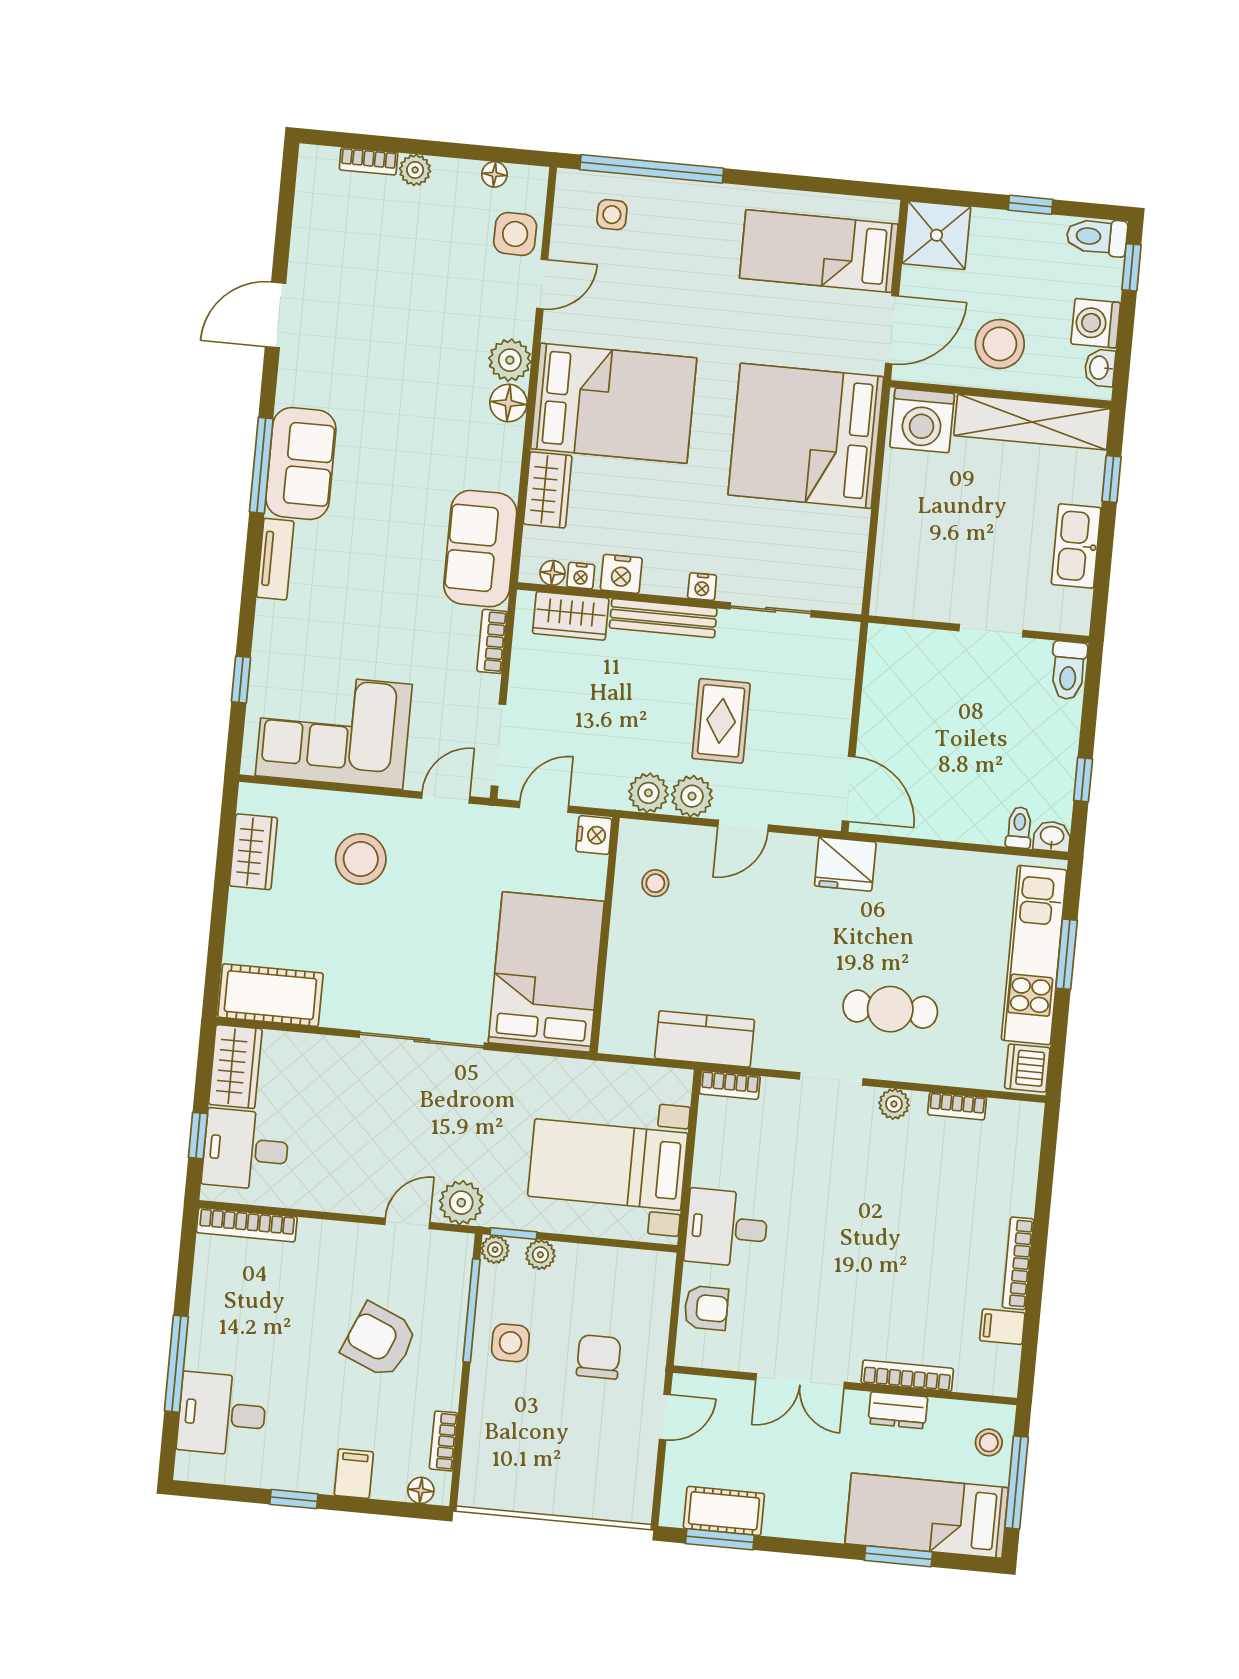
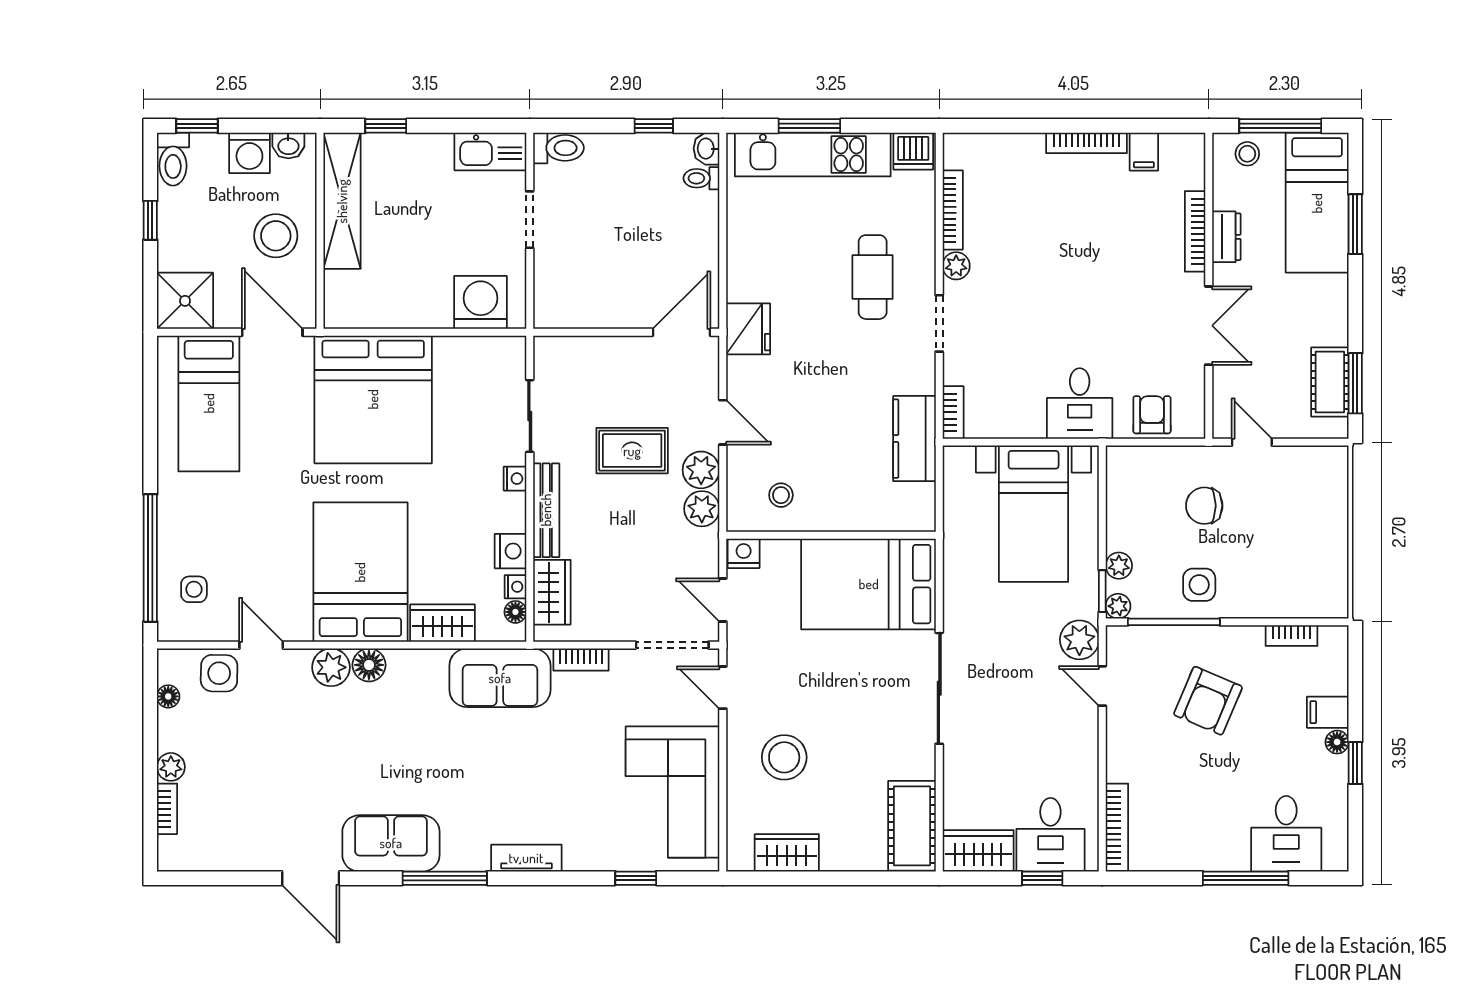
washing machine: (922, 420) -> (481, 302), moved, turned -90
sofa: (301, 464) -> (391, 843), moved
kitchen sink: (1076, 546) -> (490, 151), moved
bookcase: (957, 1106) -> (953, 210), width x1.56
floor lamp: (421, 1490) -> (1337, 742), moved

